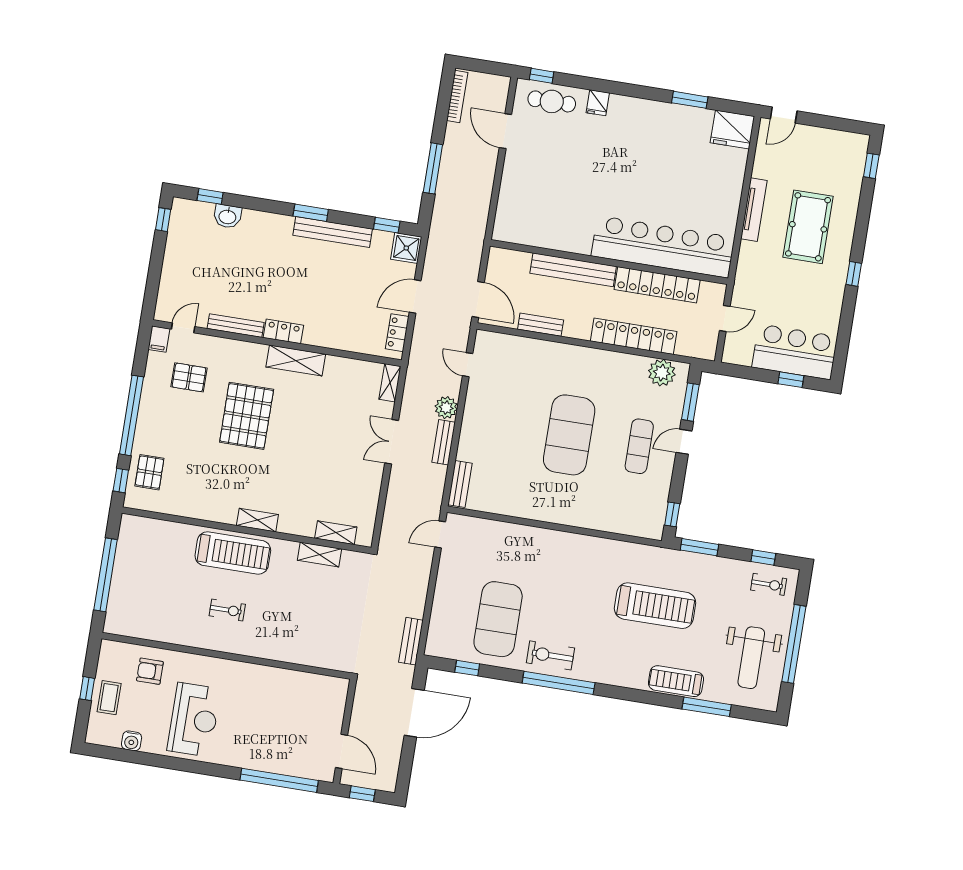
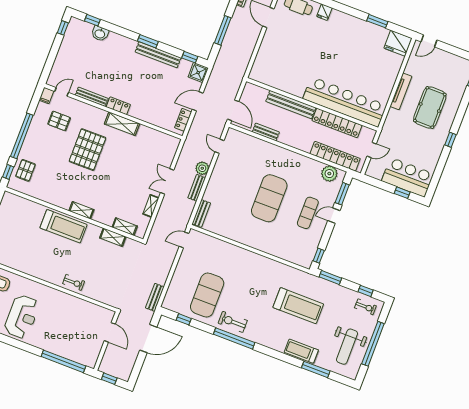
locker: (634, 336) -> (335, 156), moved
shelving: (390, 383) -> (151, 206), moved
exercise bike: (227, 610) -> (74, 282), moved
door: (342, 751) -> (110, 332), moved

